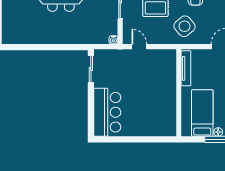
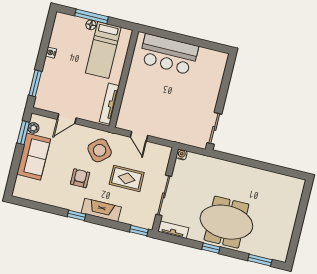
door: (139, 47) -> (139, 136), moved
bar counter: (107, 112) -> (169, 54), moved, turned -90

